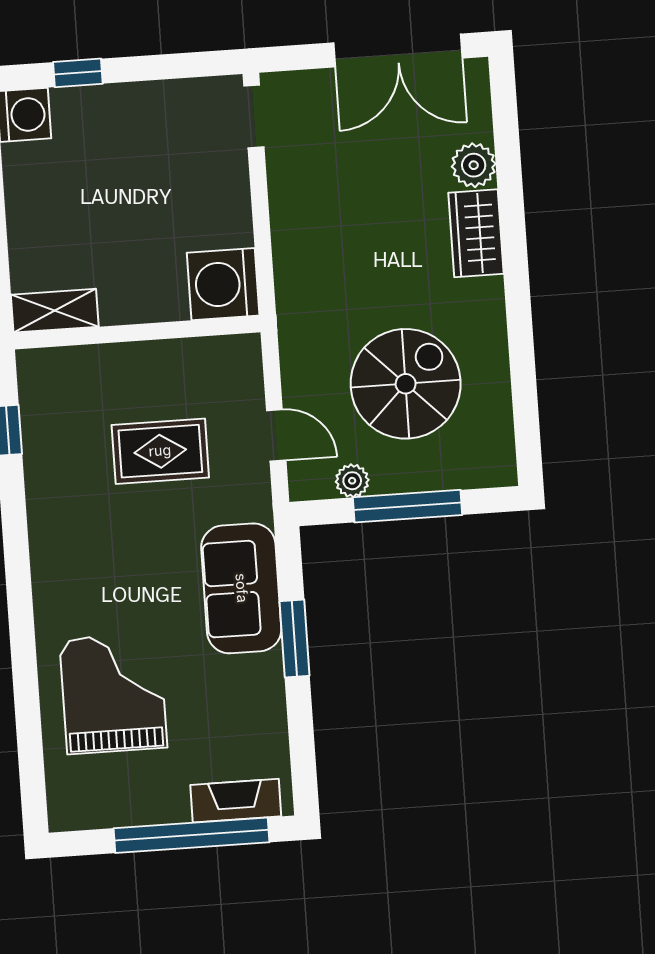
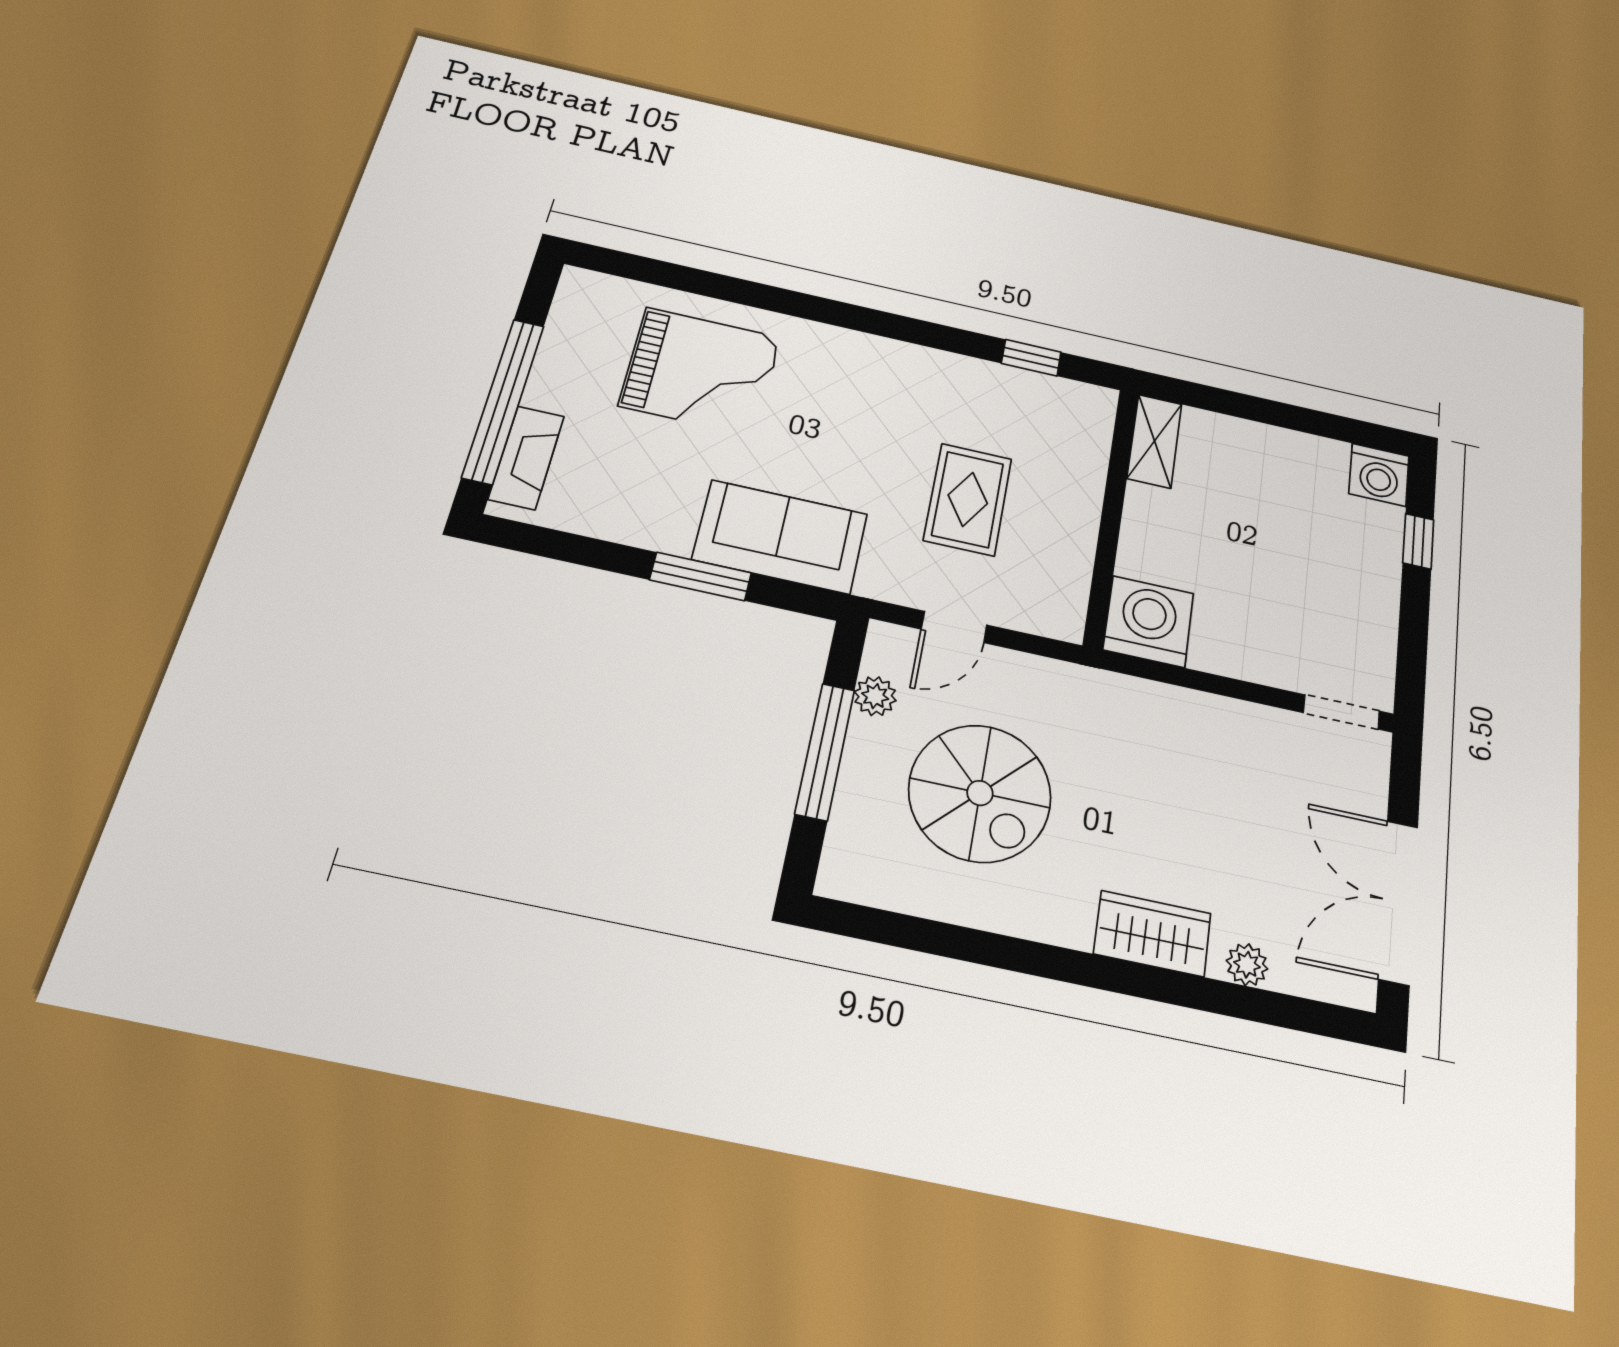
plant: (474, 165) -> (1247, 965), width x0.73, depth x0.73

